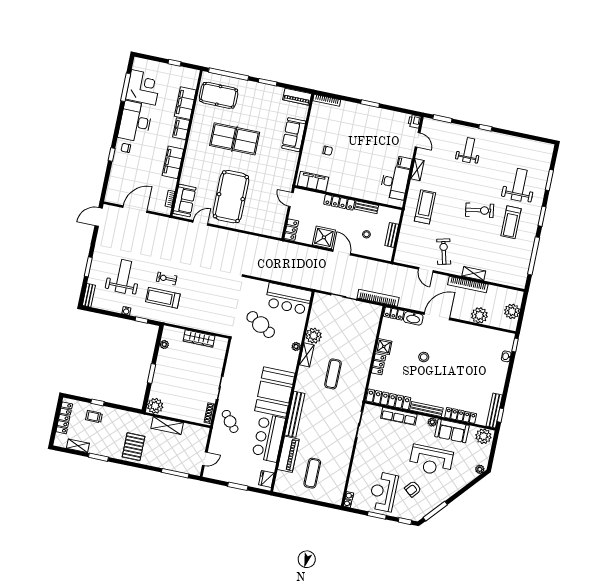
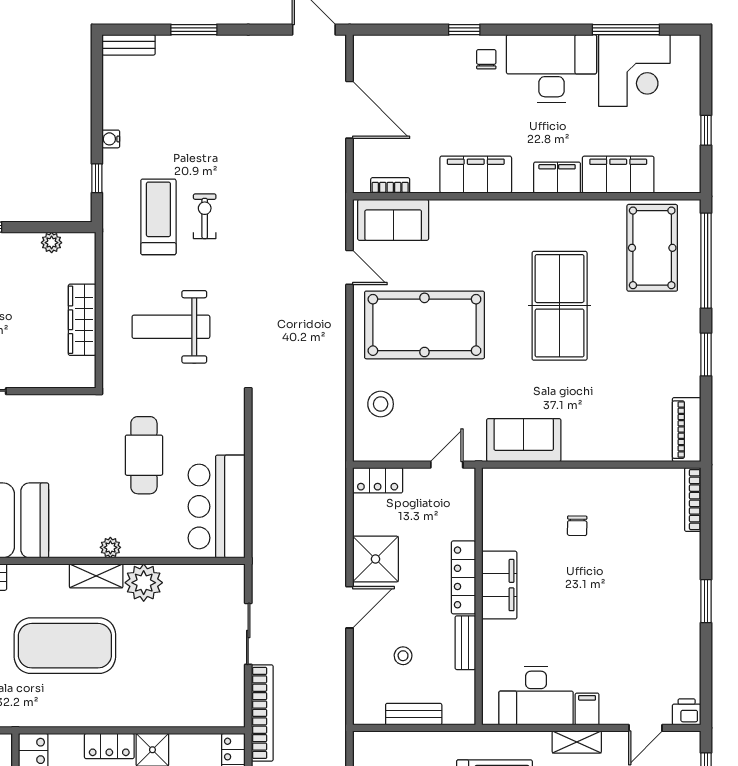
sofa: (294, 135) -> (524, 440), moved
filing cabinet: (313, 181) -> (499, 585), moved
stool: (260, 222) -> (381, 404), added
weight bench: (123, 276) -> (171, 327), moved, turned 180
cafe table: (261, 325) -> (144, 455), turned -31
exercise mat: (333, 374) -> (65, 646), width x2.00, depth x1.45

